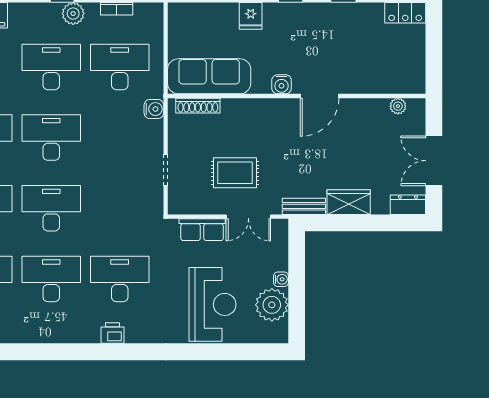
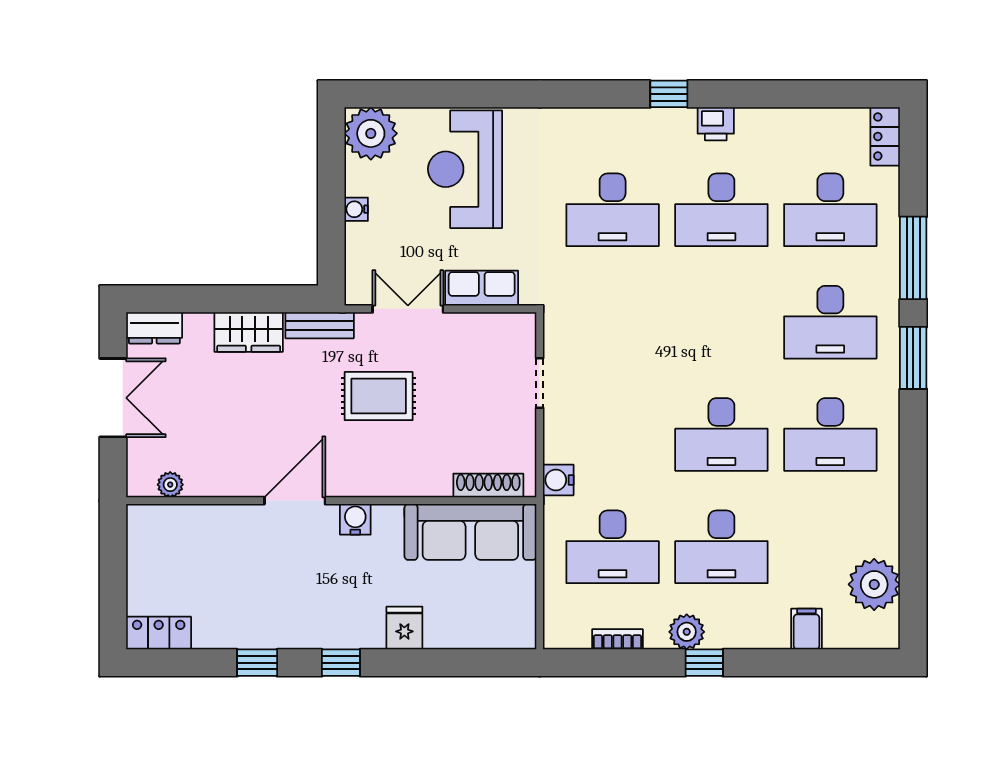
rug: (235, 173) -> (379, 396), moved
desk: (51, 208) -> (721, 322), removed
plant: (272, 305) -> (371, 133), moved
printer: (112, 333) -> (716, 124), moved
window: (84, 352) -> (669, 94), added

